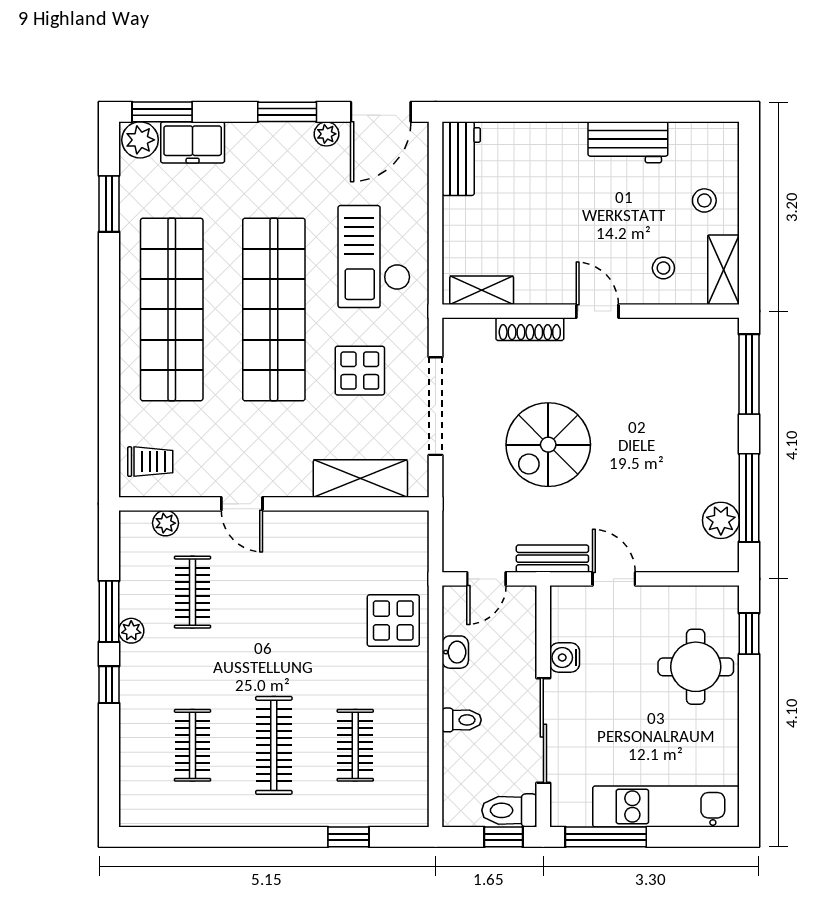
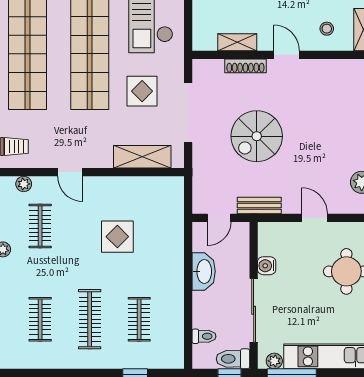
shelving: (482, 290) -> (237, 42), moved
door: (614, 579) -> (314, 218), moved
display table: (393, 621) -> (117, 237), moved
washbasin: (455, 652) -> (204, 271), width x1.91, depth x1.45
toilet: (462, 720) -> (204, 336), moved
plant: (577, 814) -> (274, 361), added

